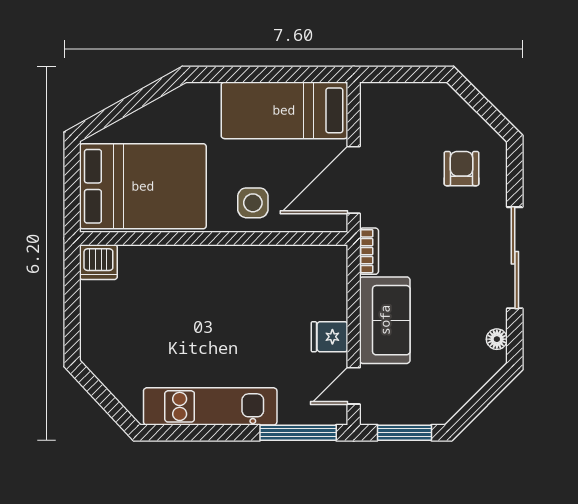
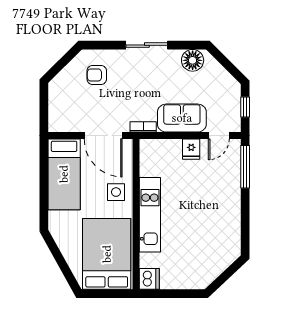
sliding door: (515, 258) -> (147, 45), width x0.73
floor lamp: (497, 339) -> (193, 60), width x1.89, depth x1.89
door: (354, 386) -> (219, 136), hinge flipped
kitchen unit: (210, 406) -> (150, 215), moved, turned 180
window: (404, 433) -> (245, 107), width x0.67

